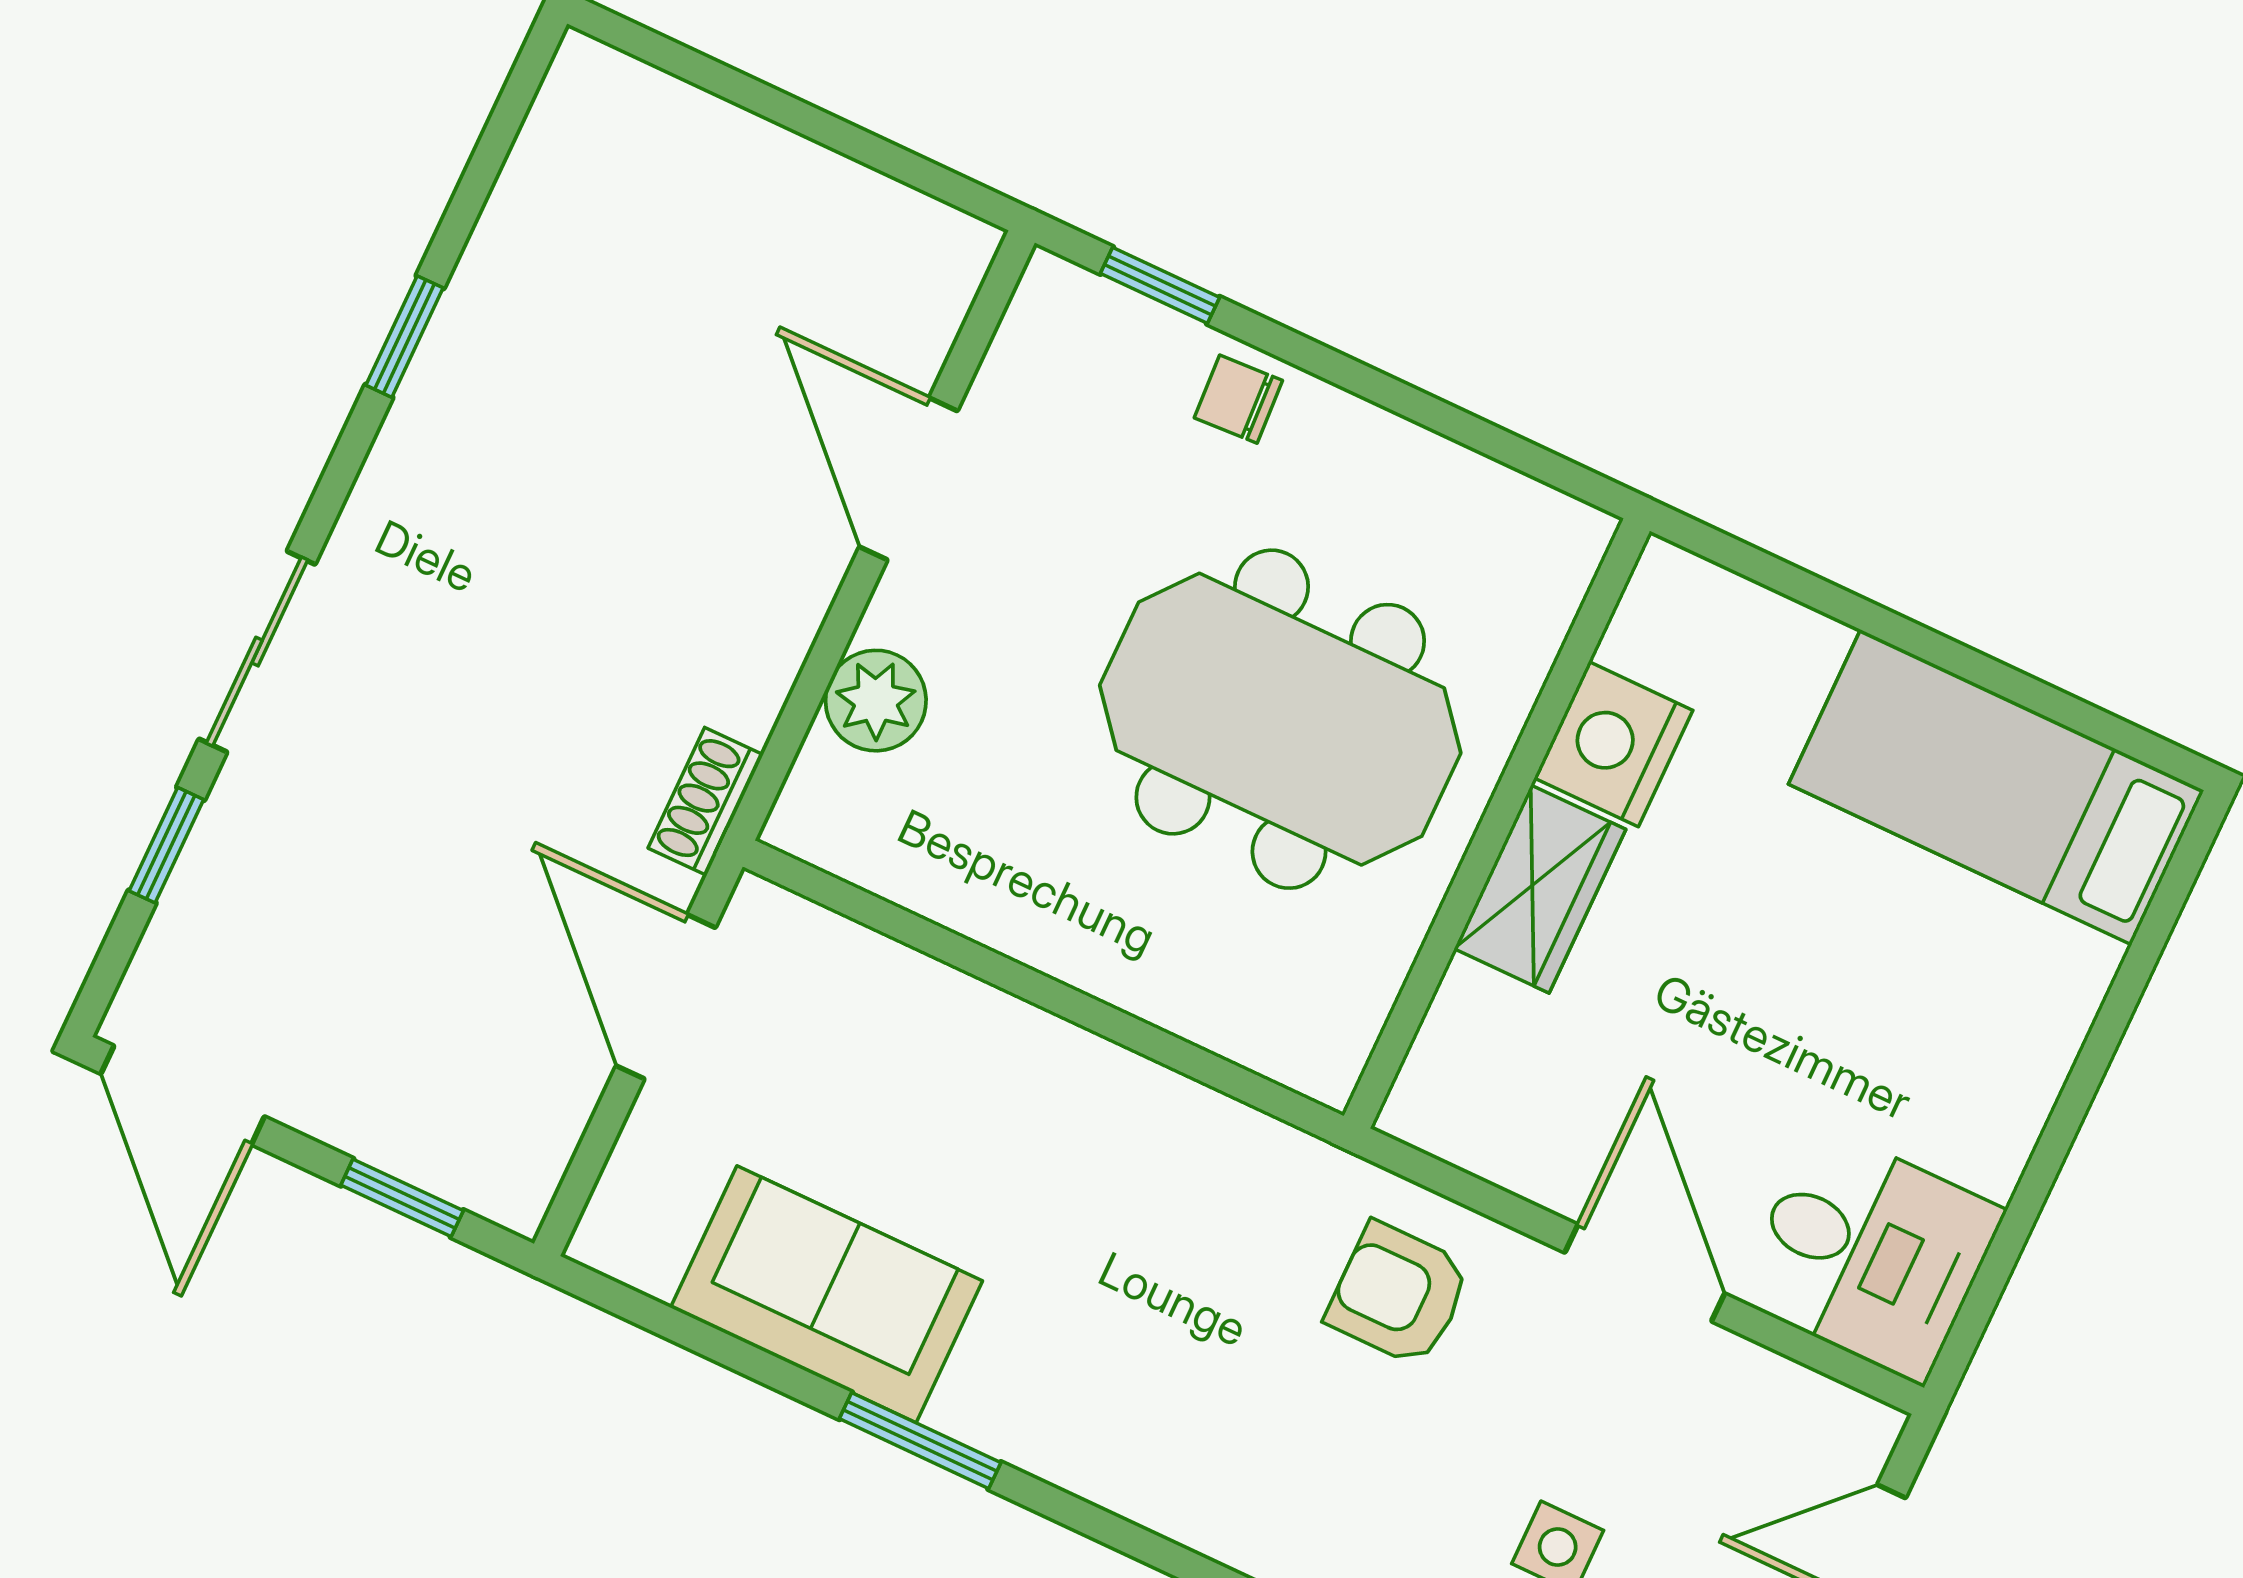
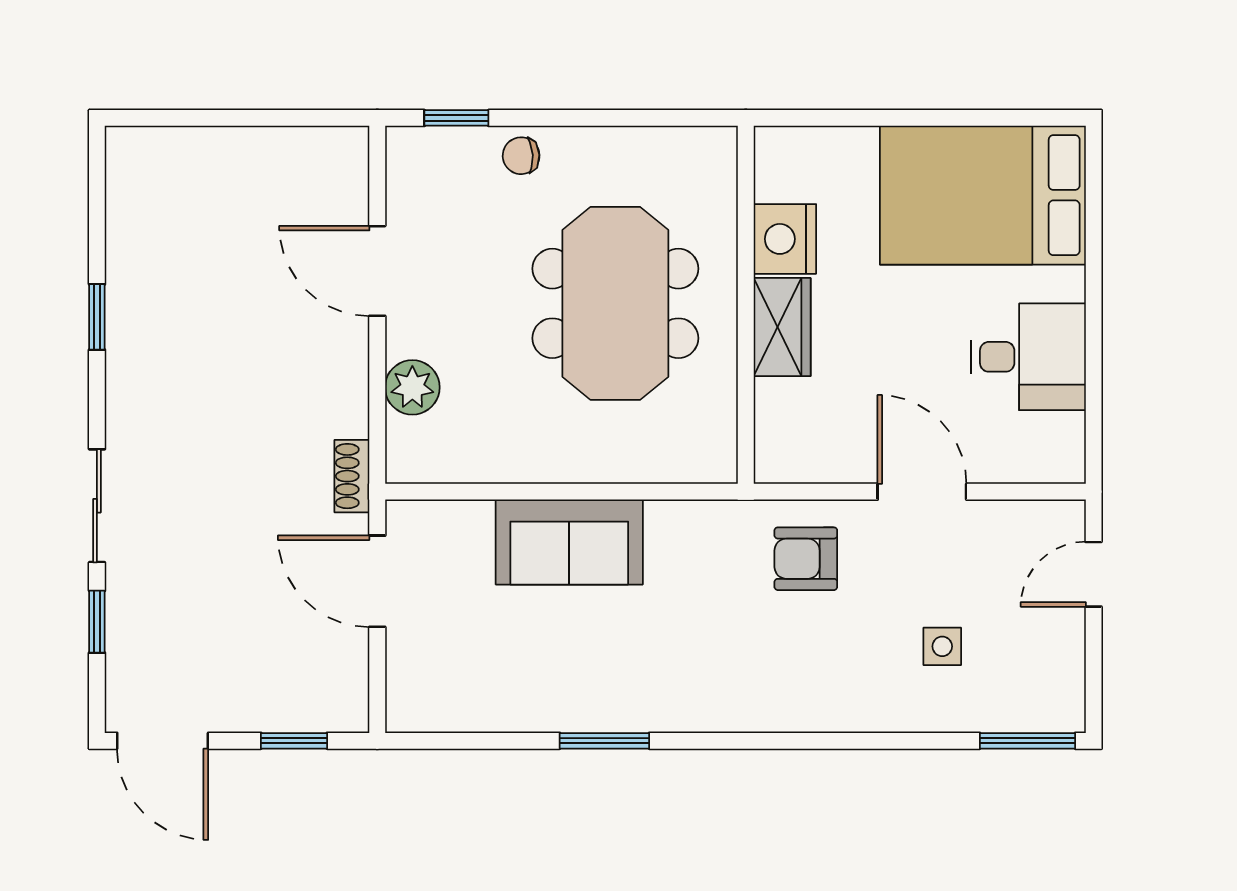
meeting table: (1280, 719) -> (615, 303), turned 90
bed: (1996, 787) -> (983, 195), width x1.50
desk: (1870, 1254) -> (1028, 357), moved
sofa: (826, 1294) -> (569, 542), moved, turned 180

